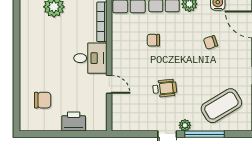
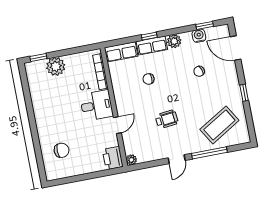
door: (109, 84) -> (117, 125), hinge flipped
printer: (74, 121) -> (113, 158), moved, turned -90
plant: (185, 125) -> (131, 160), moved

